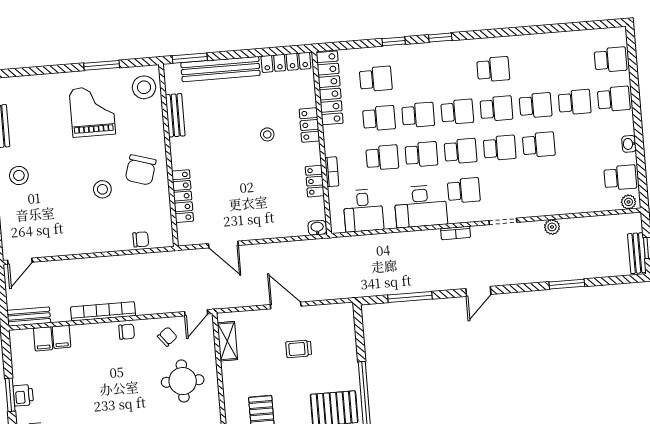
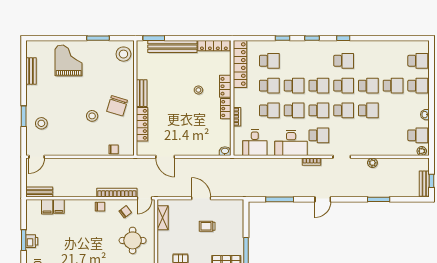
window: (490, 33) -> (343, 38), added
grand piano: (92, 111) -> (69, 60), moved
bench: (175, 115) -> (142, 93), moved
stool: (19, 175) -> (41, 123), moved
locker: (315, 181) -> (226, 109), moved
bookcase: (103, 311) -> (117, 193), moved

